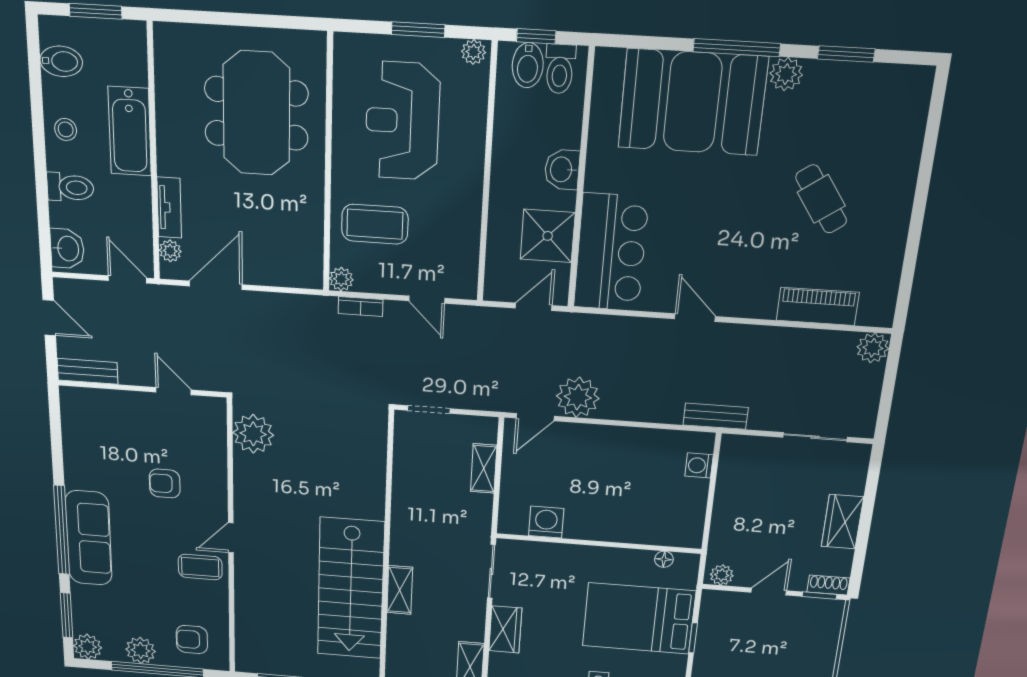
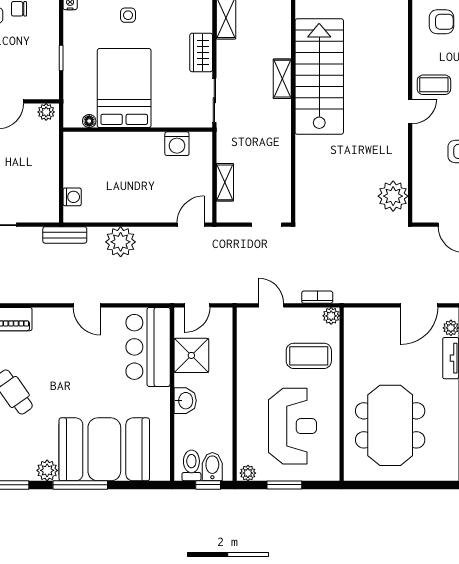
plant: (578, 397) -> (121, 242), moved
bed: (639, 618) -> (124, 88), moved, turned -90

